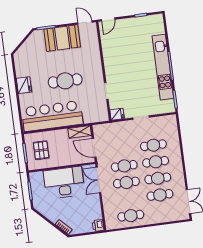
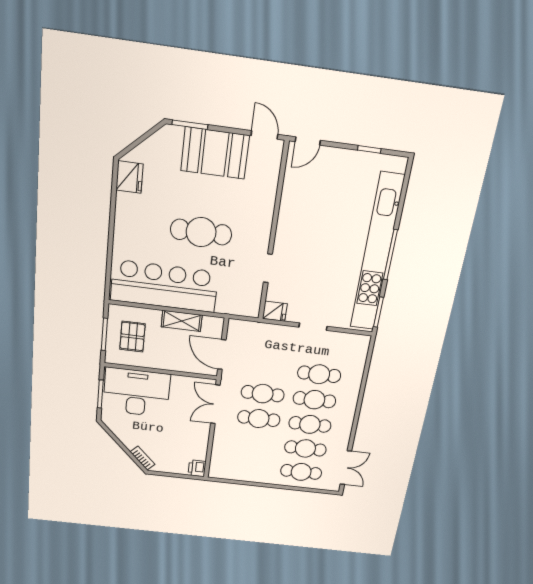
kitchen unit: (163, 67) -> (377, 253), width x1.36
fridge: (24, 85) -> (129, 177), moved
shelving: (80, 132) -> (182, 321), moved
desk: (64, 183) -> (137, 392), moved
cafe table: (131, 216) -> (301, 472), moved

